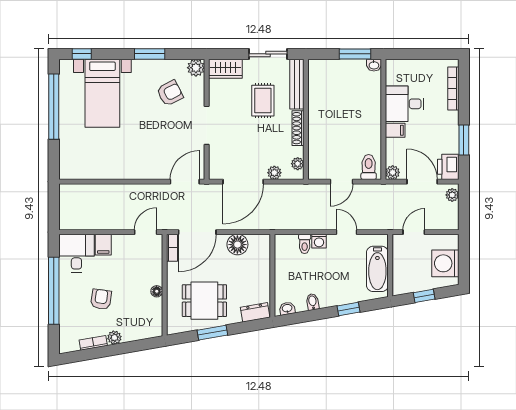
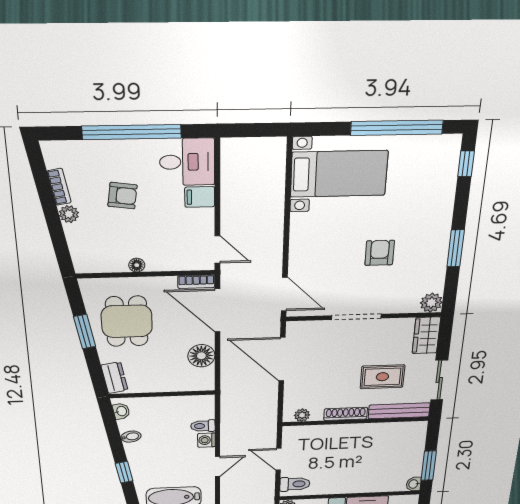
bed with nightstands: (102, 93) -> (339, 174), moved, turned 180
armchair: (170, 93) -> (380, 253), moved, turned -153
plant: (274, 173) -> (292, 392), removed

